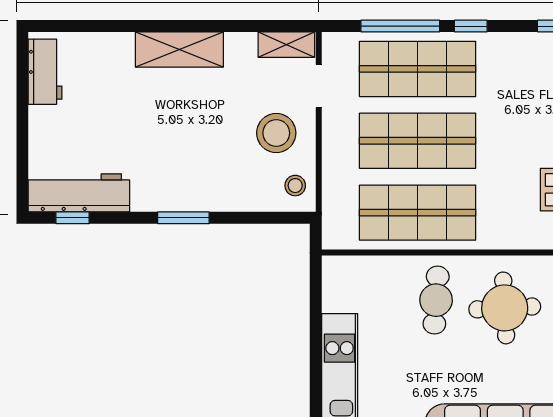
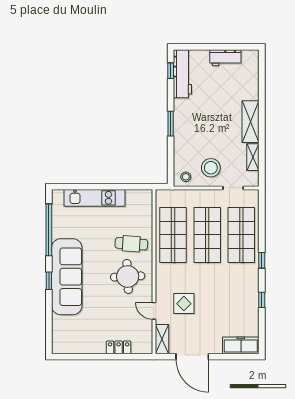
window: (400, 26) -> (262, 227), removed
shelving: (286, 45) -> (253, 157), moved
workbench: (45, 72) -> (225, 58), moved

